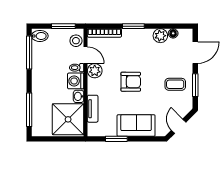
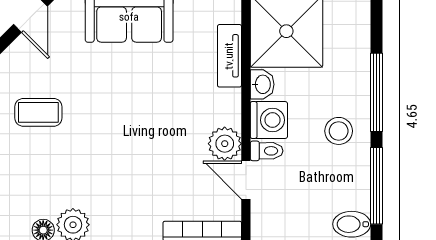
stool: (76, 41) -> (339, 131), moved
armchair: (131, 82) -> (141, 118), removed
window: (29, 110) -> (376, 92), moved

